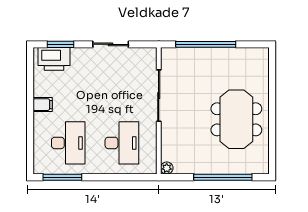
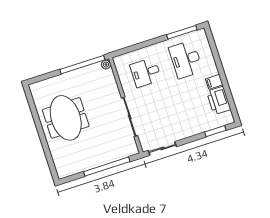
sliding door: (111, 44) -> (162, 148), moved
printer: (54, 59) -> (219, 100), moved, turned -90
desk: (122, 143) -> (146, 72), width x0.73
window: (223, 177) -> (82, 65), moved

